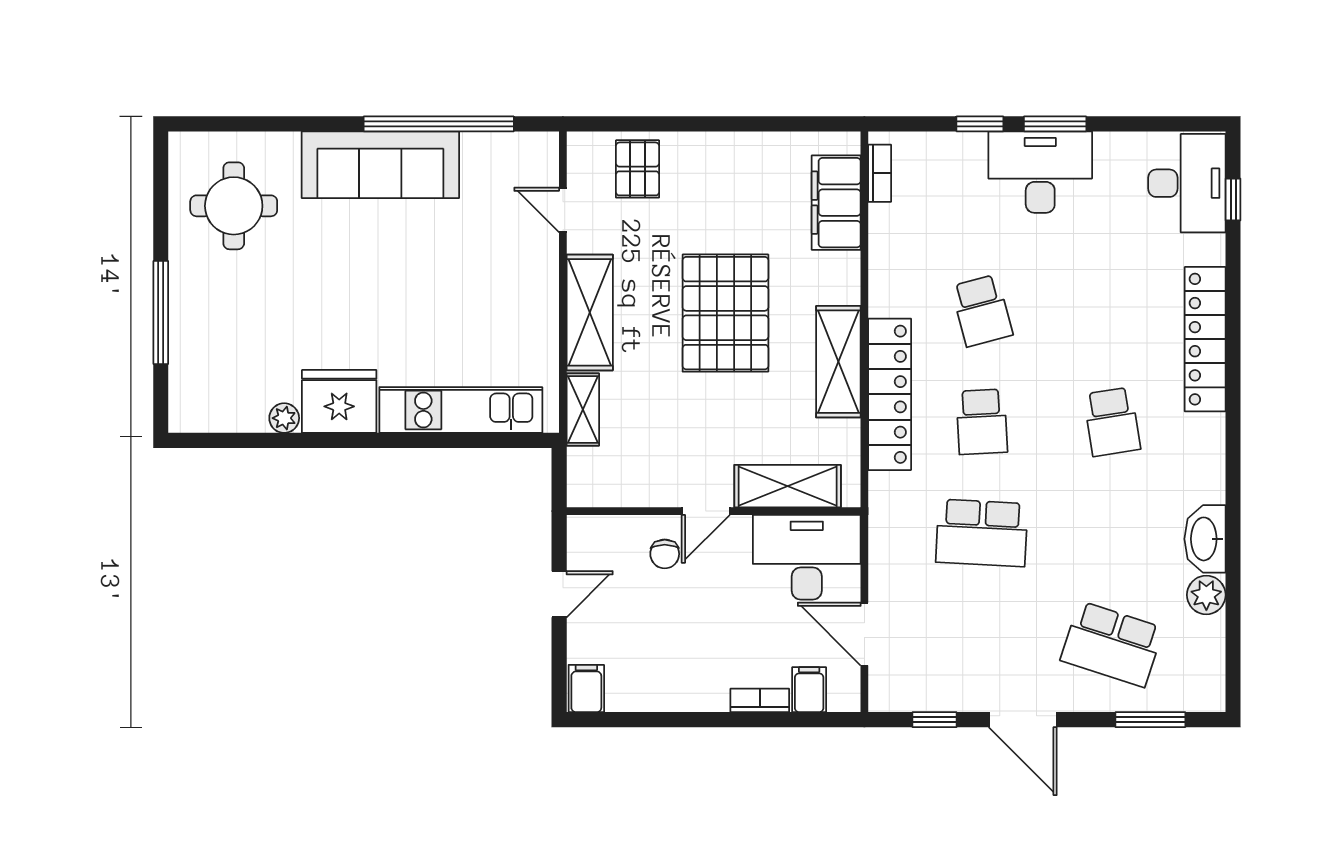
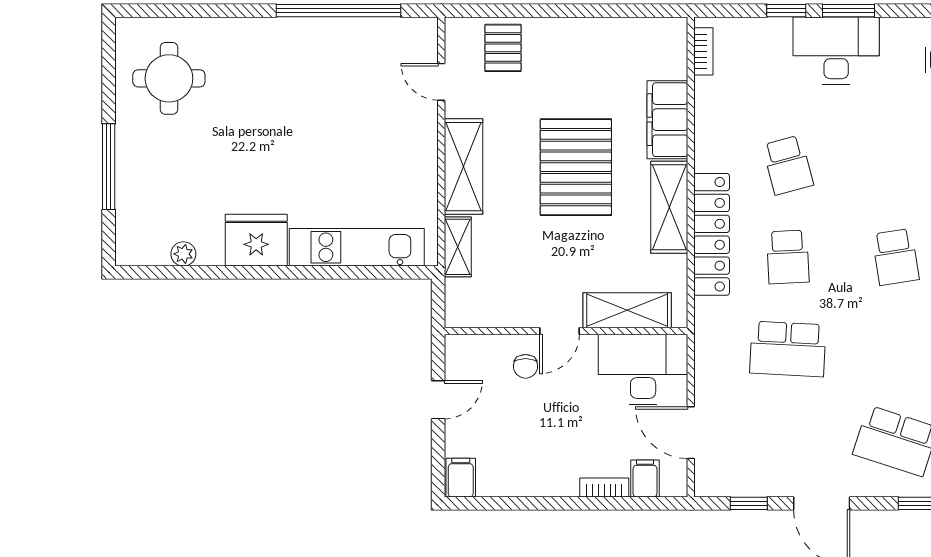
sofa: (380, 165) -> (290, 44), removed
filing cabinet: (836, 203) -> (667, 120), moved
plant: (284, 418) -> (183, 254), moved

